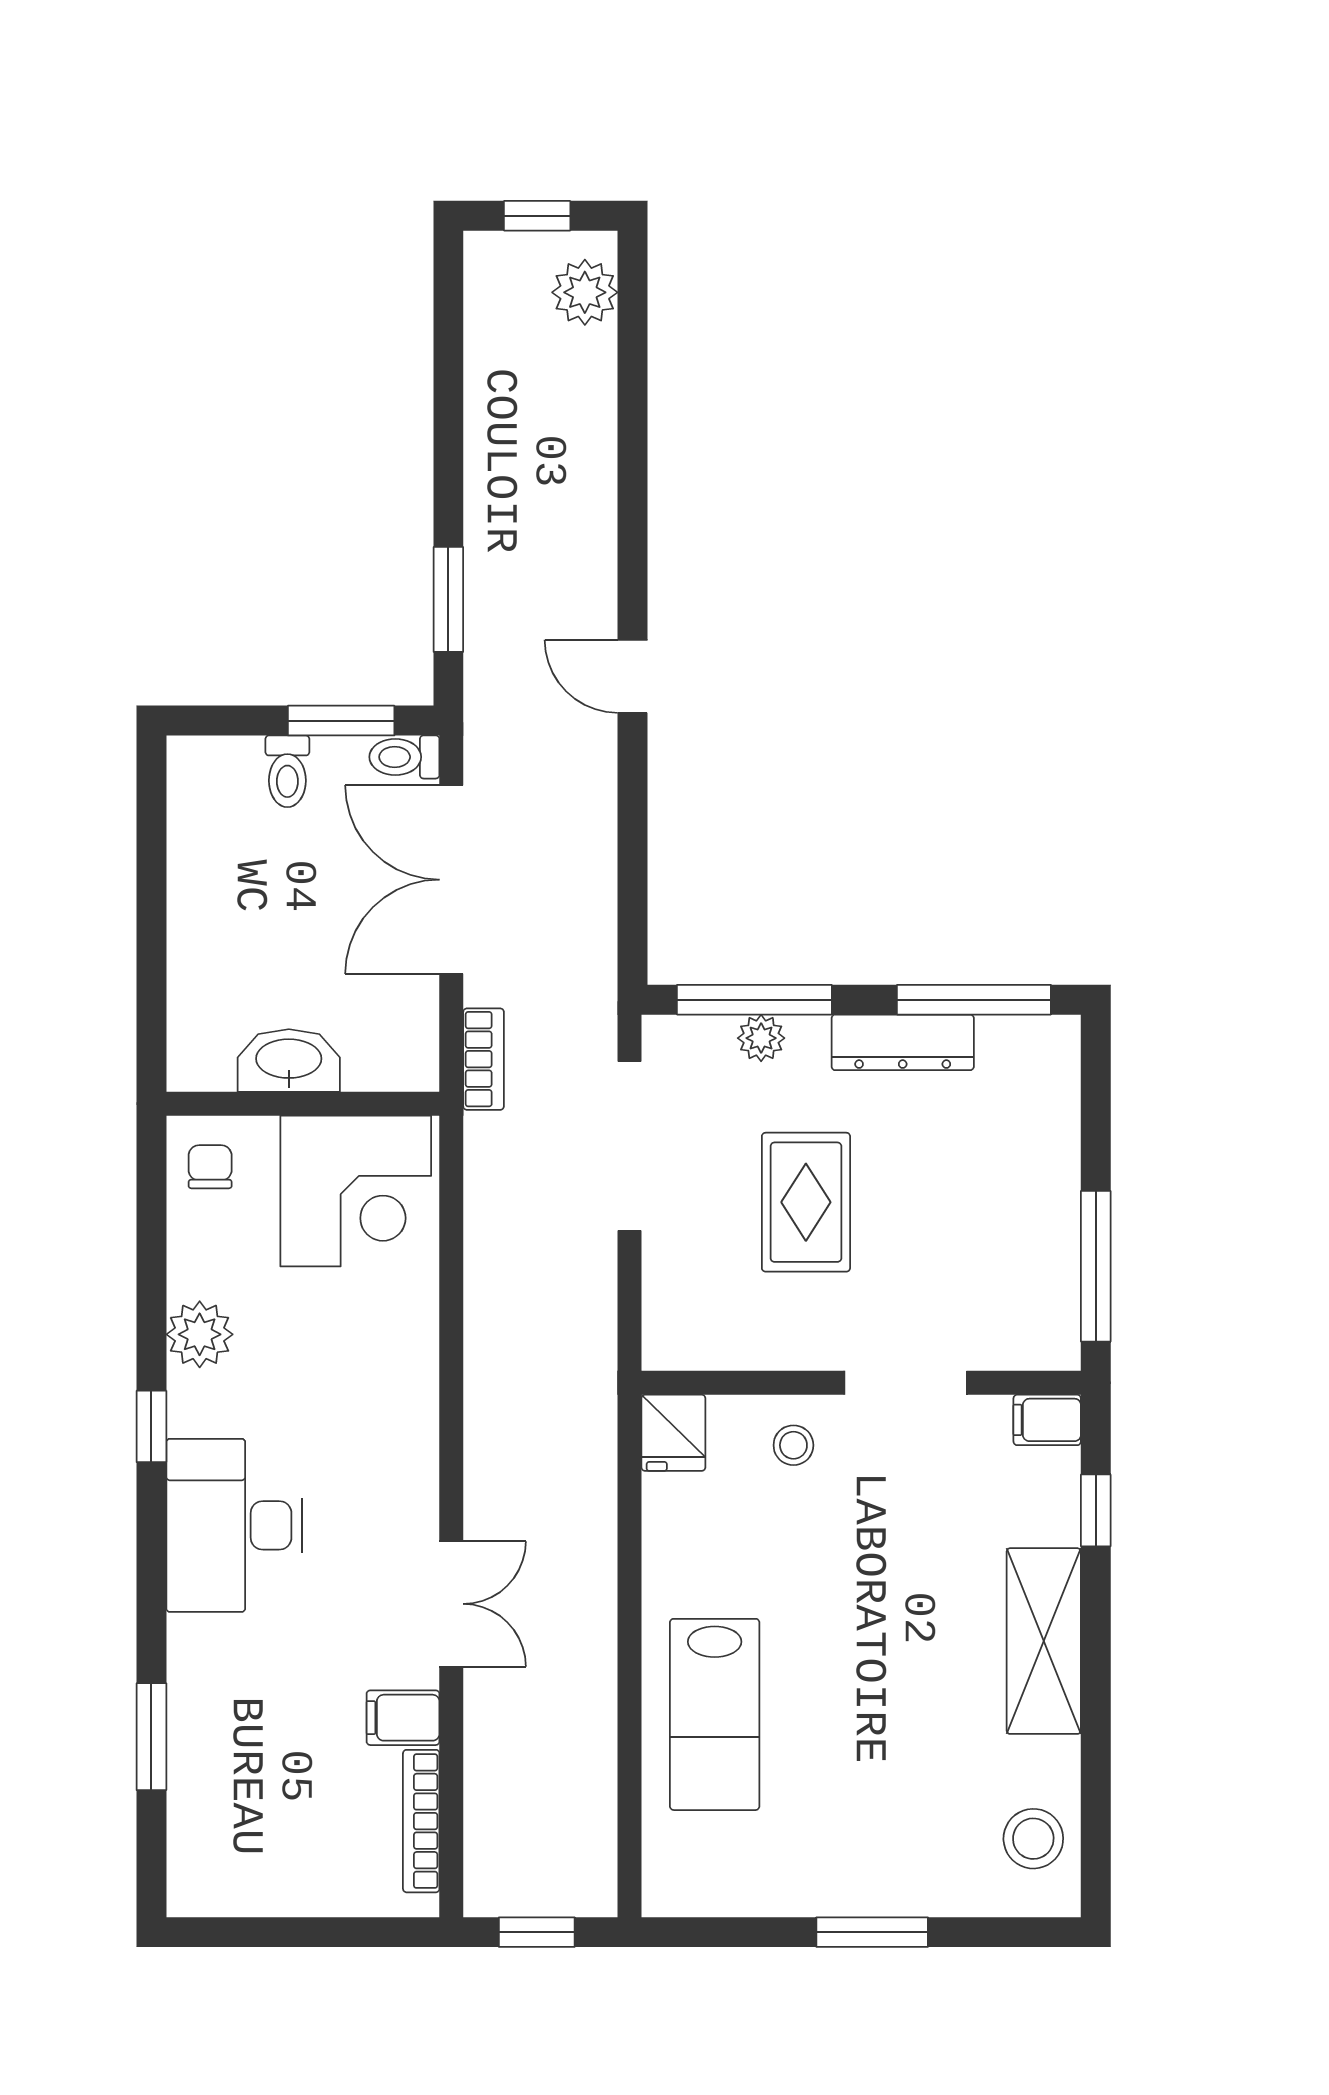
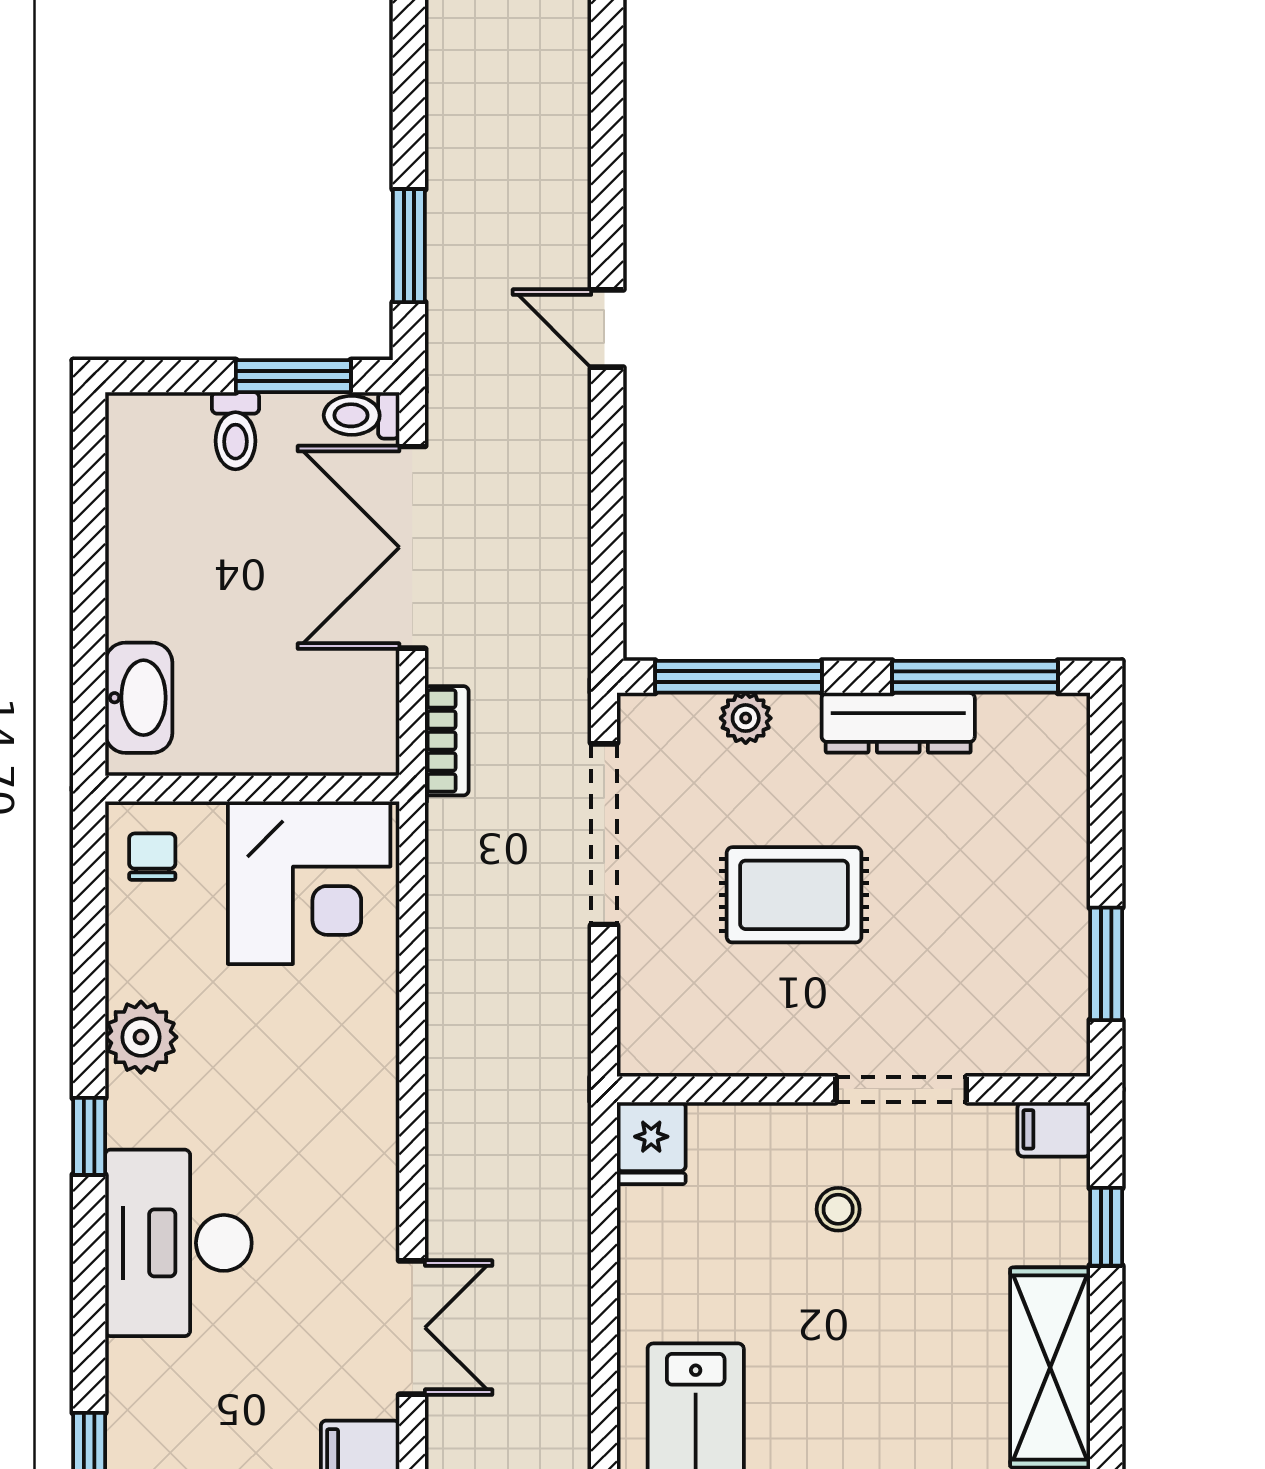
washbasin: (289, 1060) -> (139, 698), moved, turned 90
rug: (806, 1202) -> (794, 895), turned 90
window: (1096, 1266) -> (1106, 964), width x0.69
stool: (793, 1445) -> (838, 1209), moved

